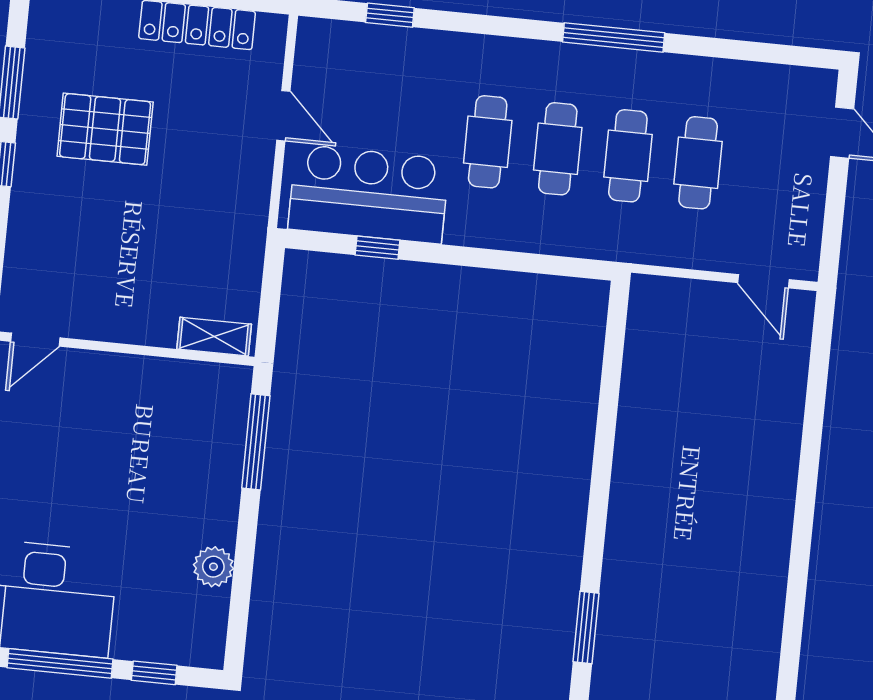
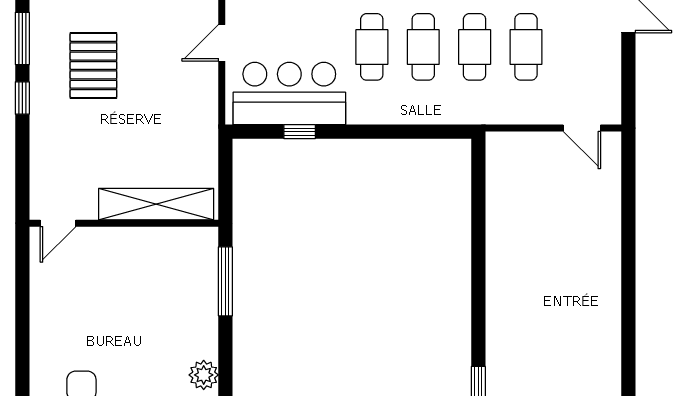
door: (283, 116) -> (222, 43), swing flipped
pallet: (105, 129) -> (93, 65), turned 90
shelving: (214, 337) -> (156, 204), width x2.20, depth x1.33

